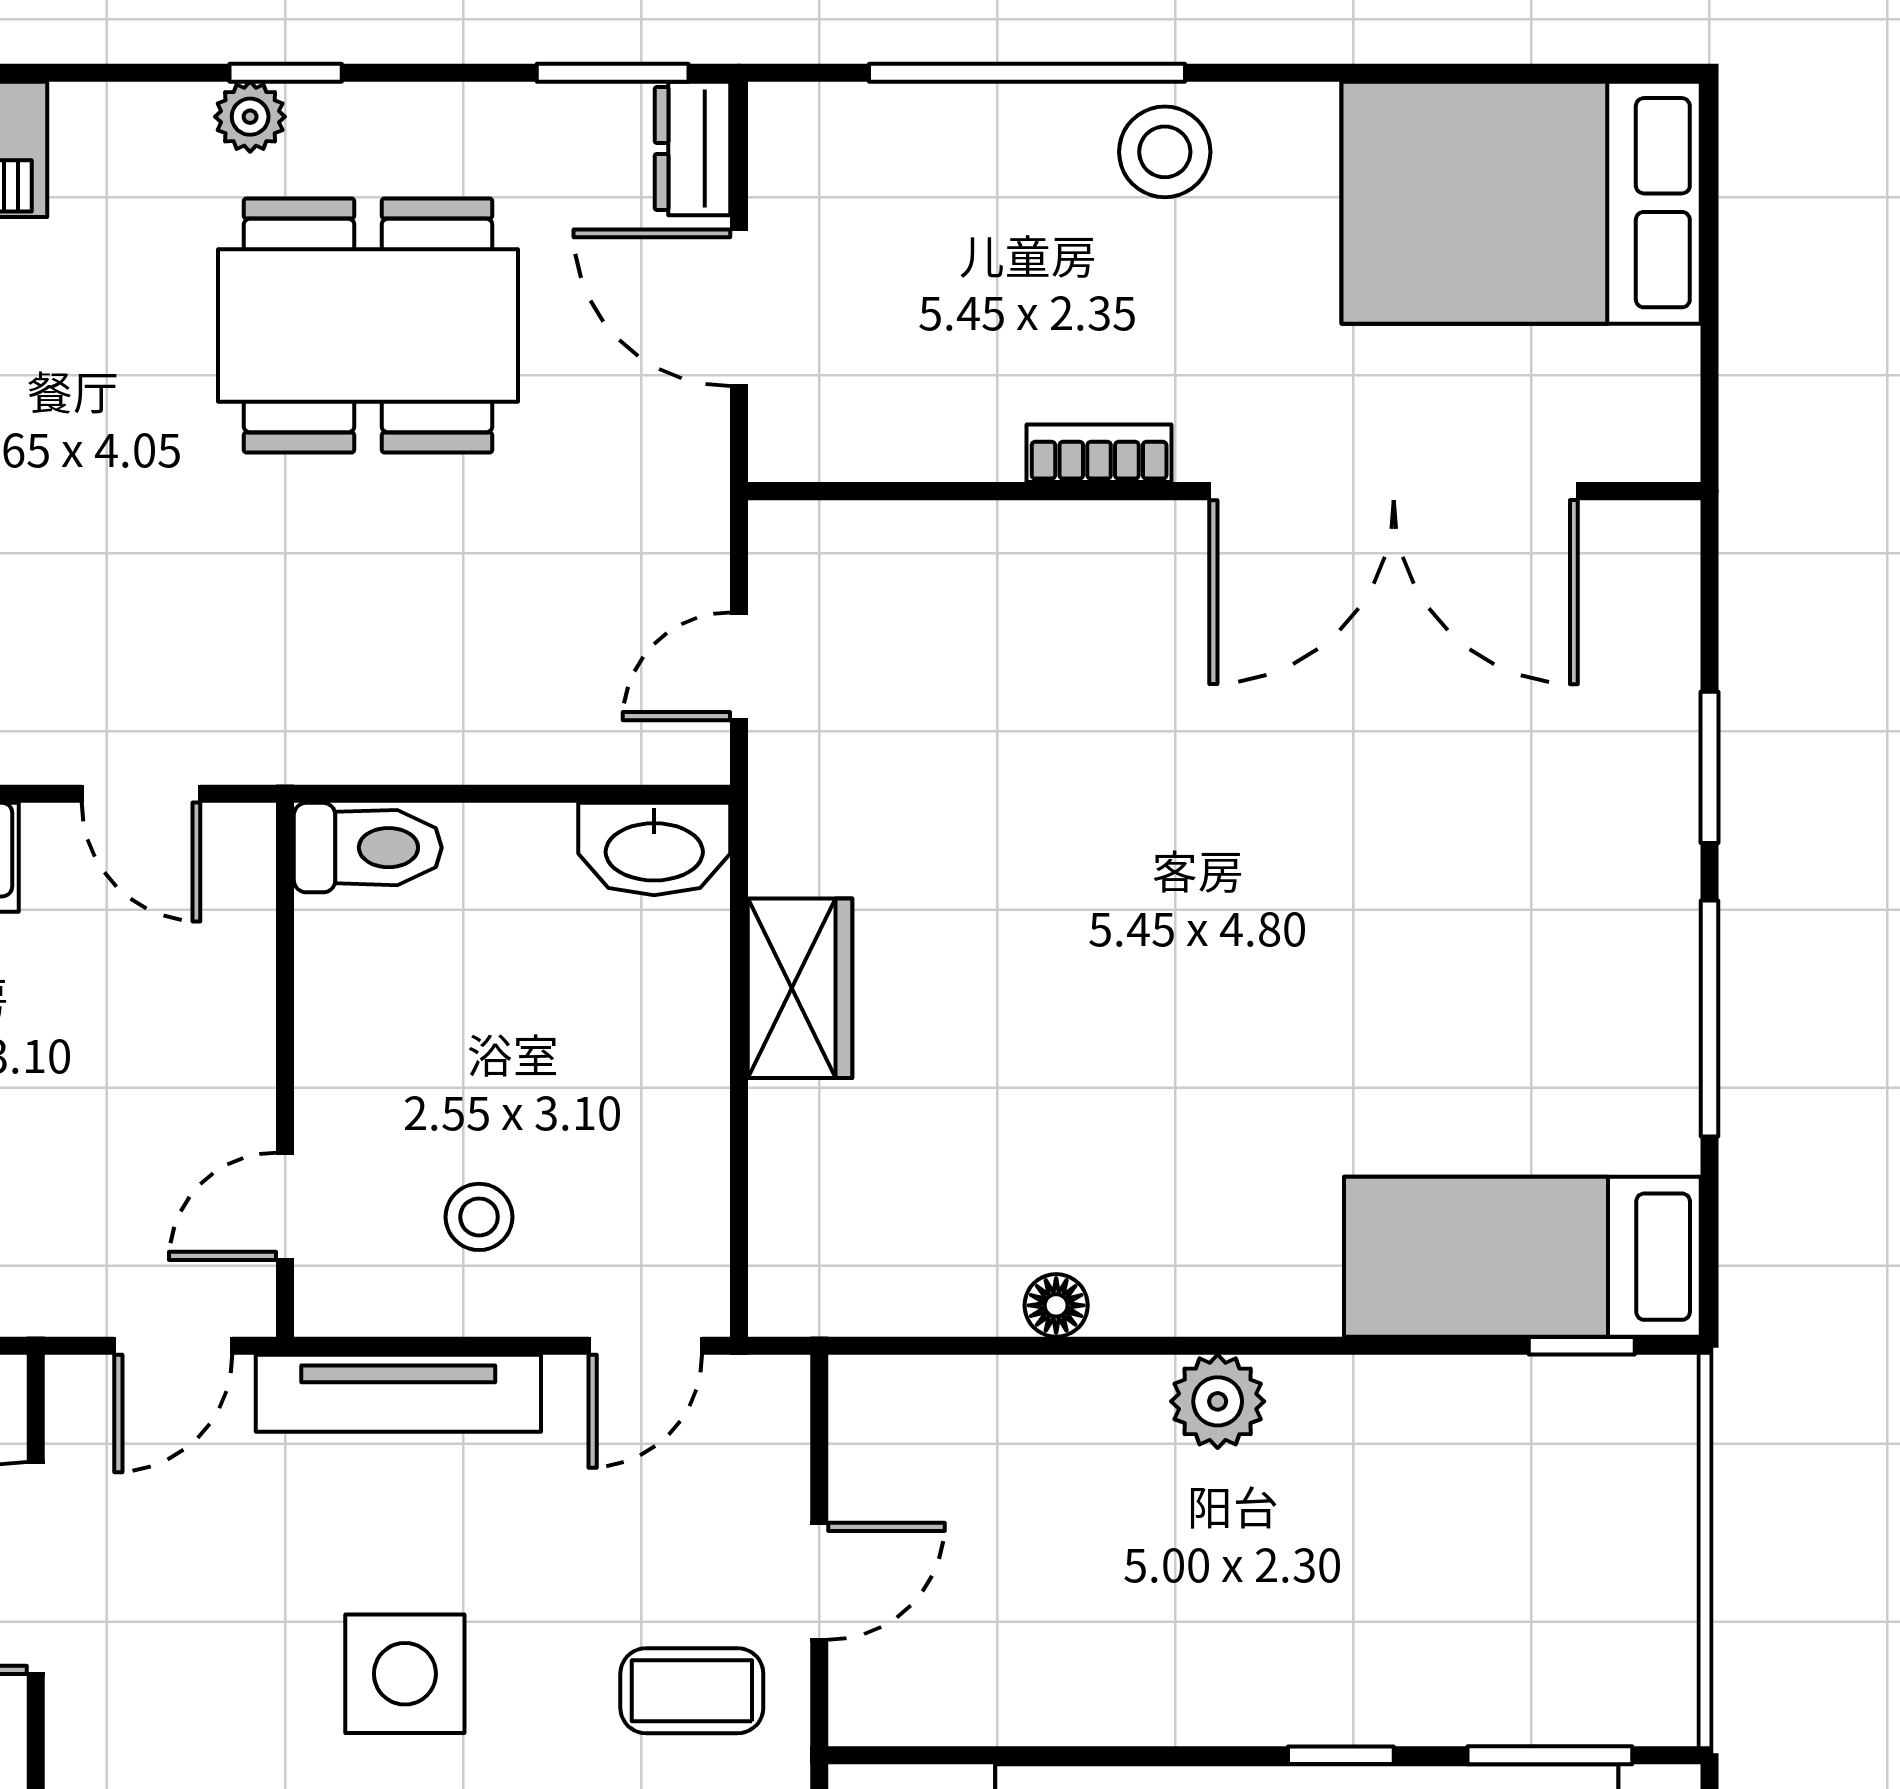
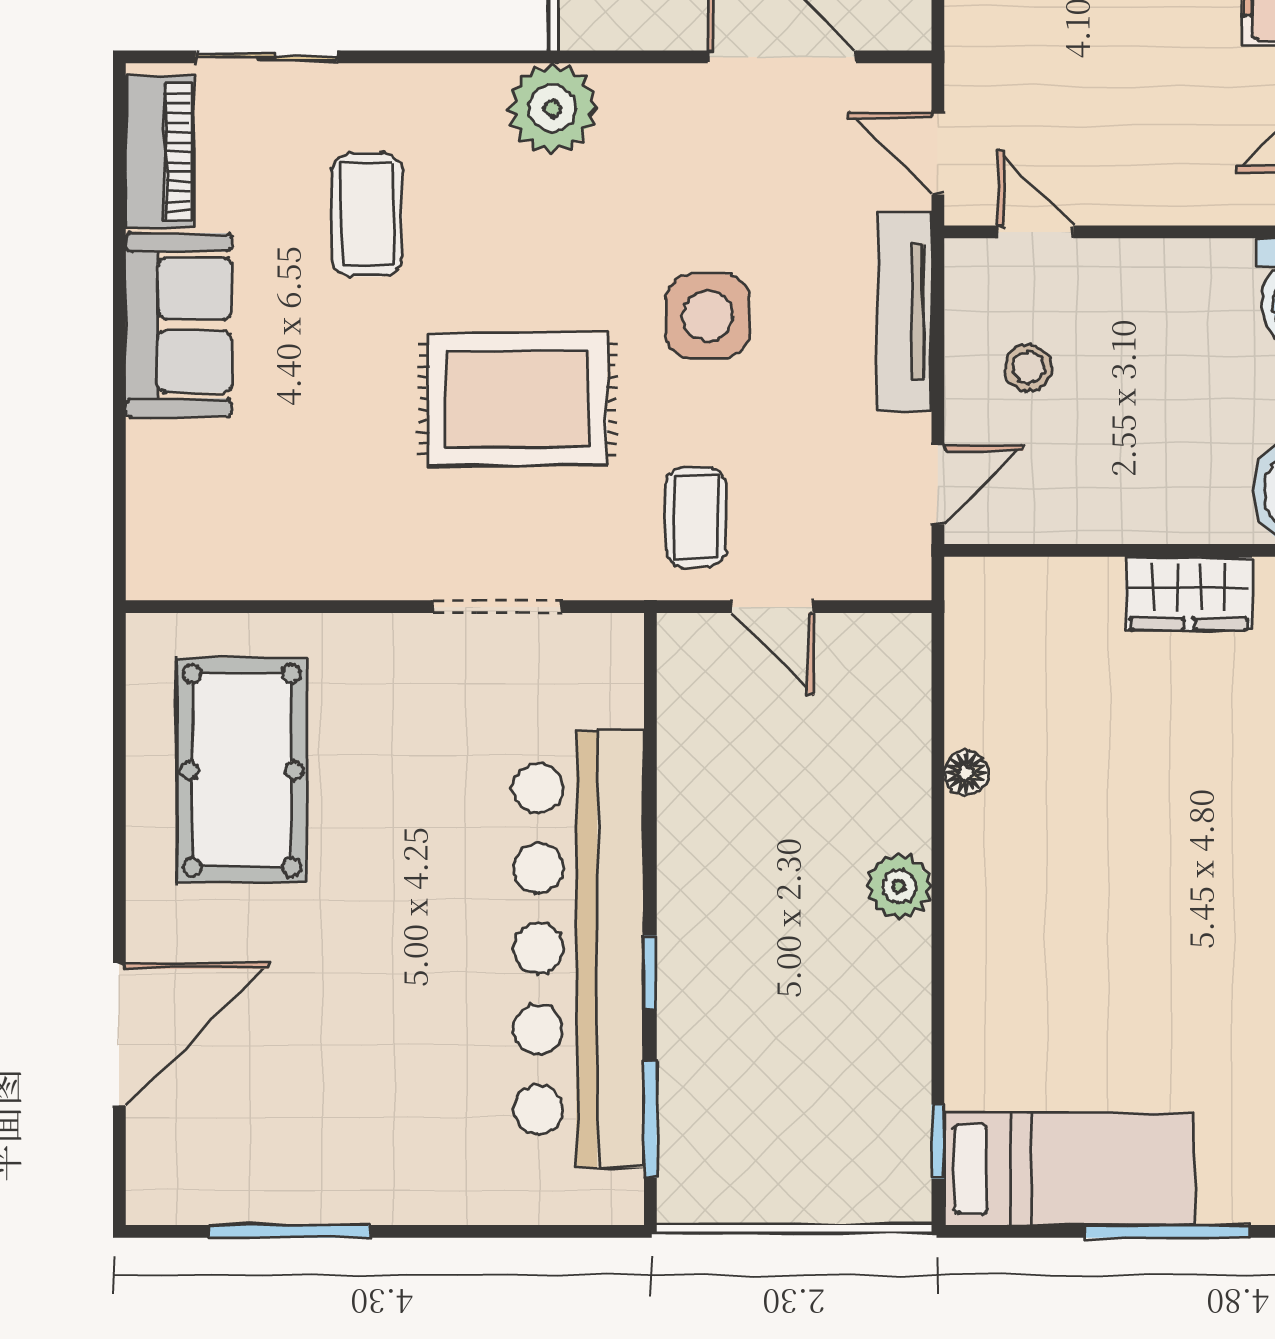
bed: (1522, 1257) -> (1069, 1169), moved, turned 90
door: (645, 1346) -> (938, 485), swing flipped

